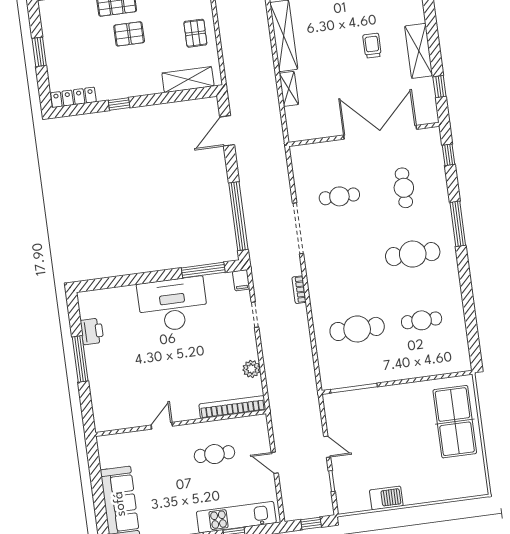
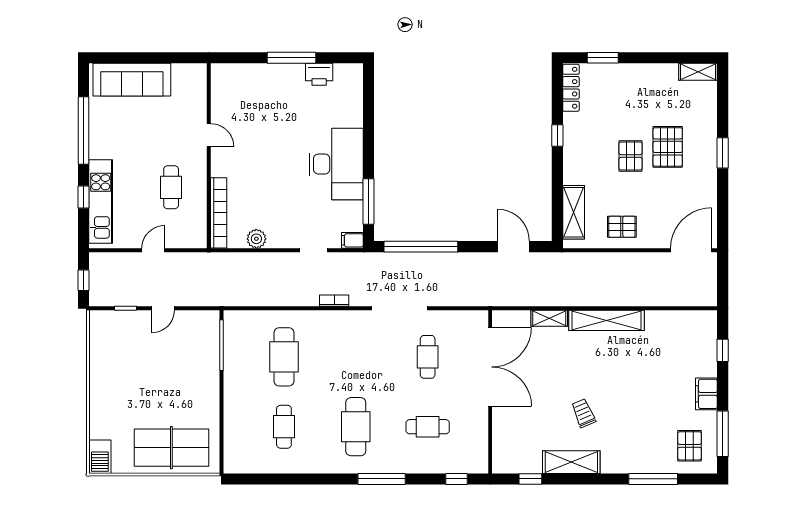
trolley: (372, 46) -> (583, 413), turned -113
window: (39, 52) -> (603, 58), moved
double door: (380, 132) -> (490, 367), moved
barbecue: (386, 498) -> (100, 457), moved

